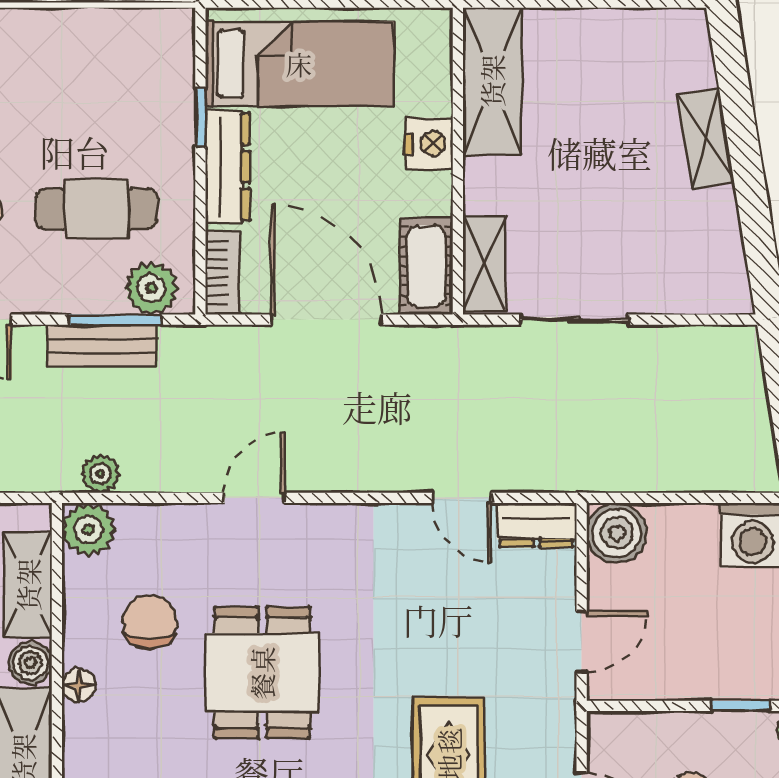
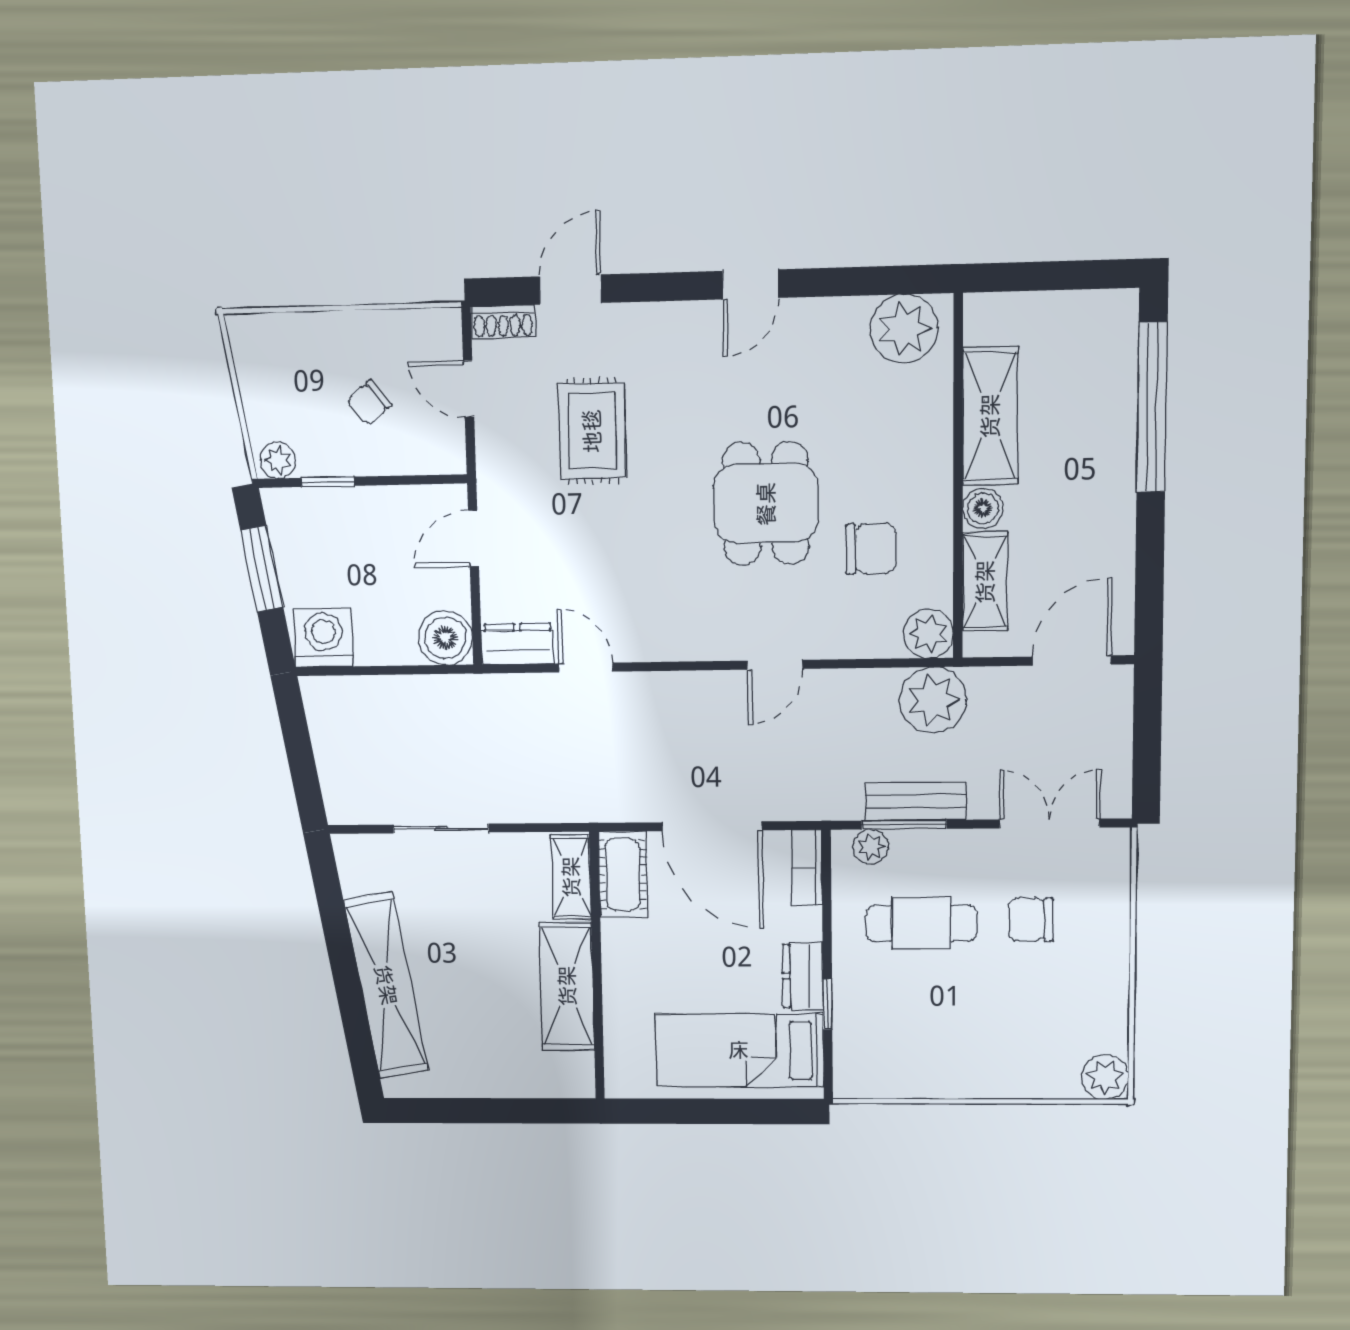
shelving: (492, 81) -> (567, 986), moved
shelving: (706, 138) -> (386, 985), width x2.20, depth x1.33
nightstand: (429, 144) -> (623, 981), removed
dresser: (228, 167) -> (803, 976), width x0.70
plant: (151, 288) -> (871, 847), width x0.73, depth x0.73
sliding door: (574, 320) -> (441, 829), moved
plant: (100, 474) -> (933, 700), width x1.87, depth x1.87
chair: (150, 622) -> (871, 549), turned -90
floor lamp: (79, 685) -> (937, 488), removed

